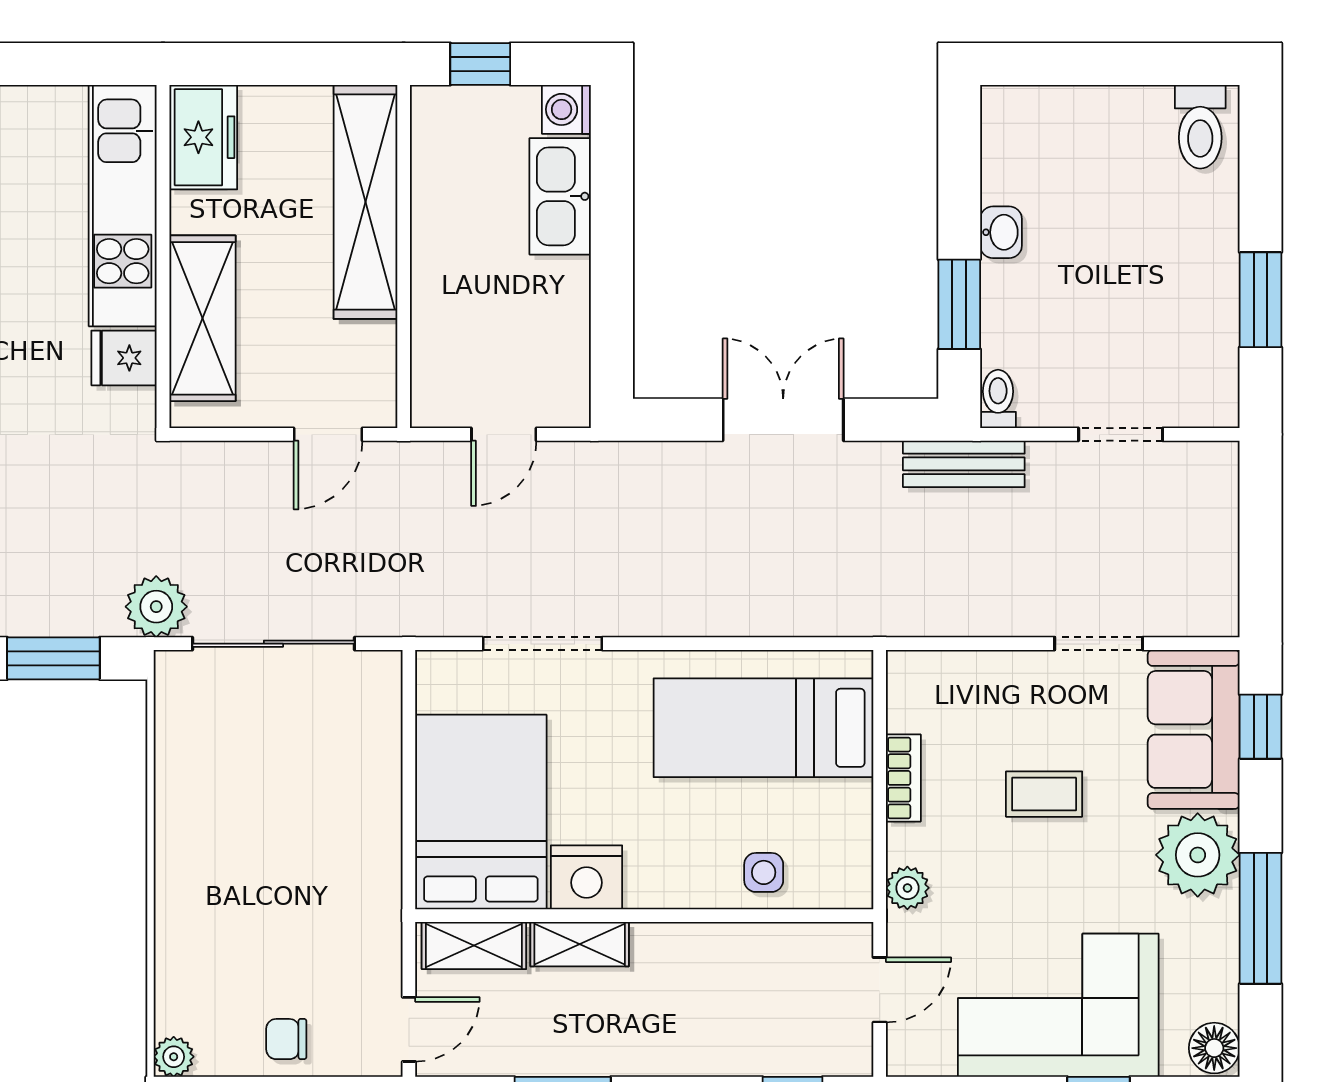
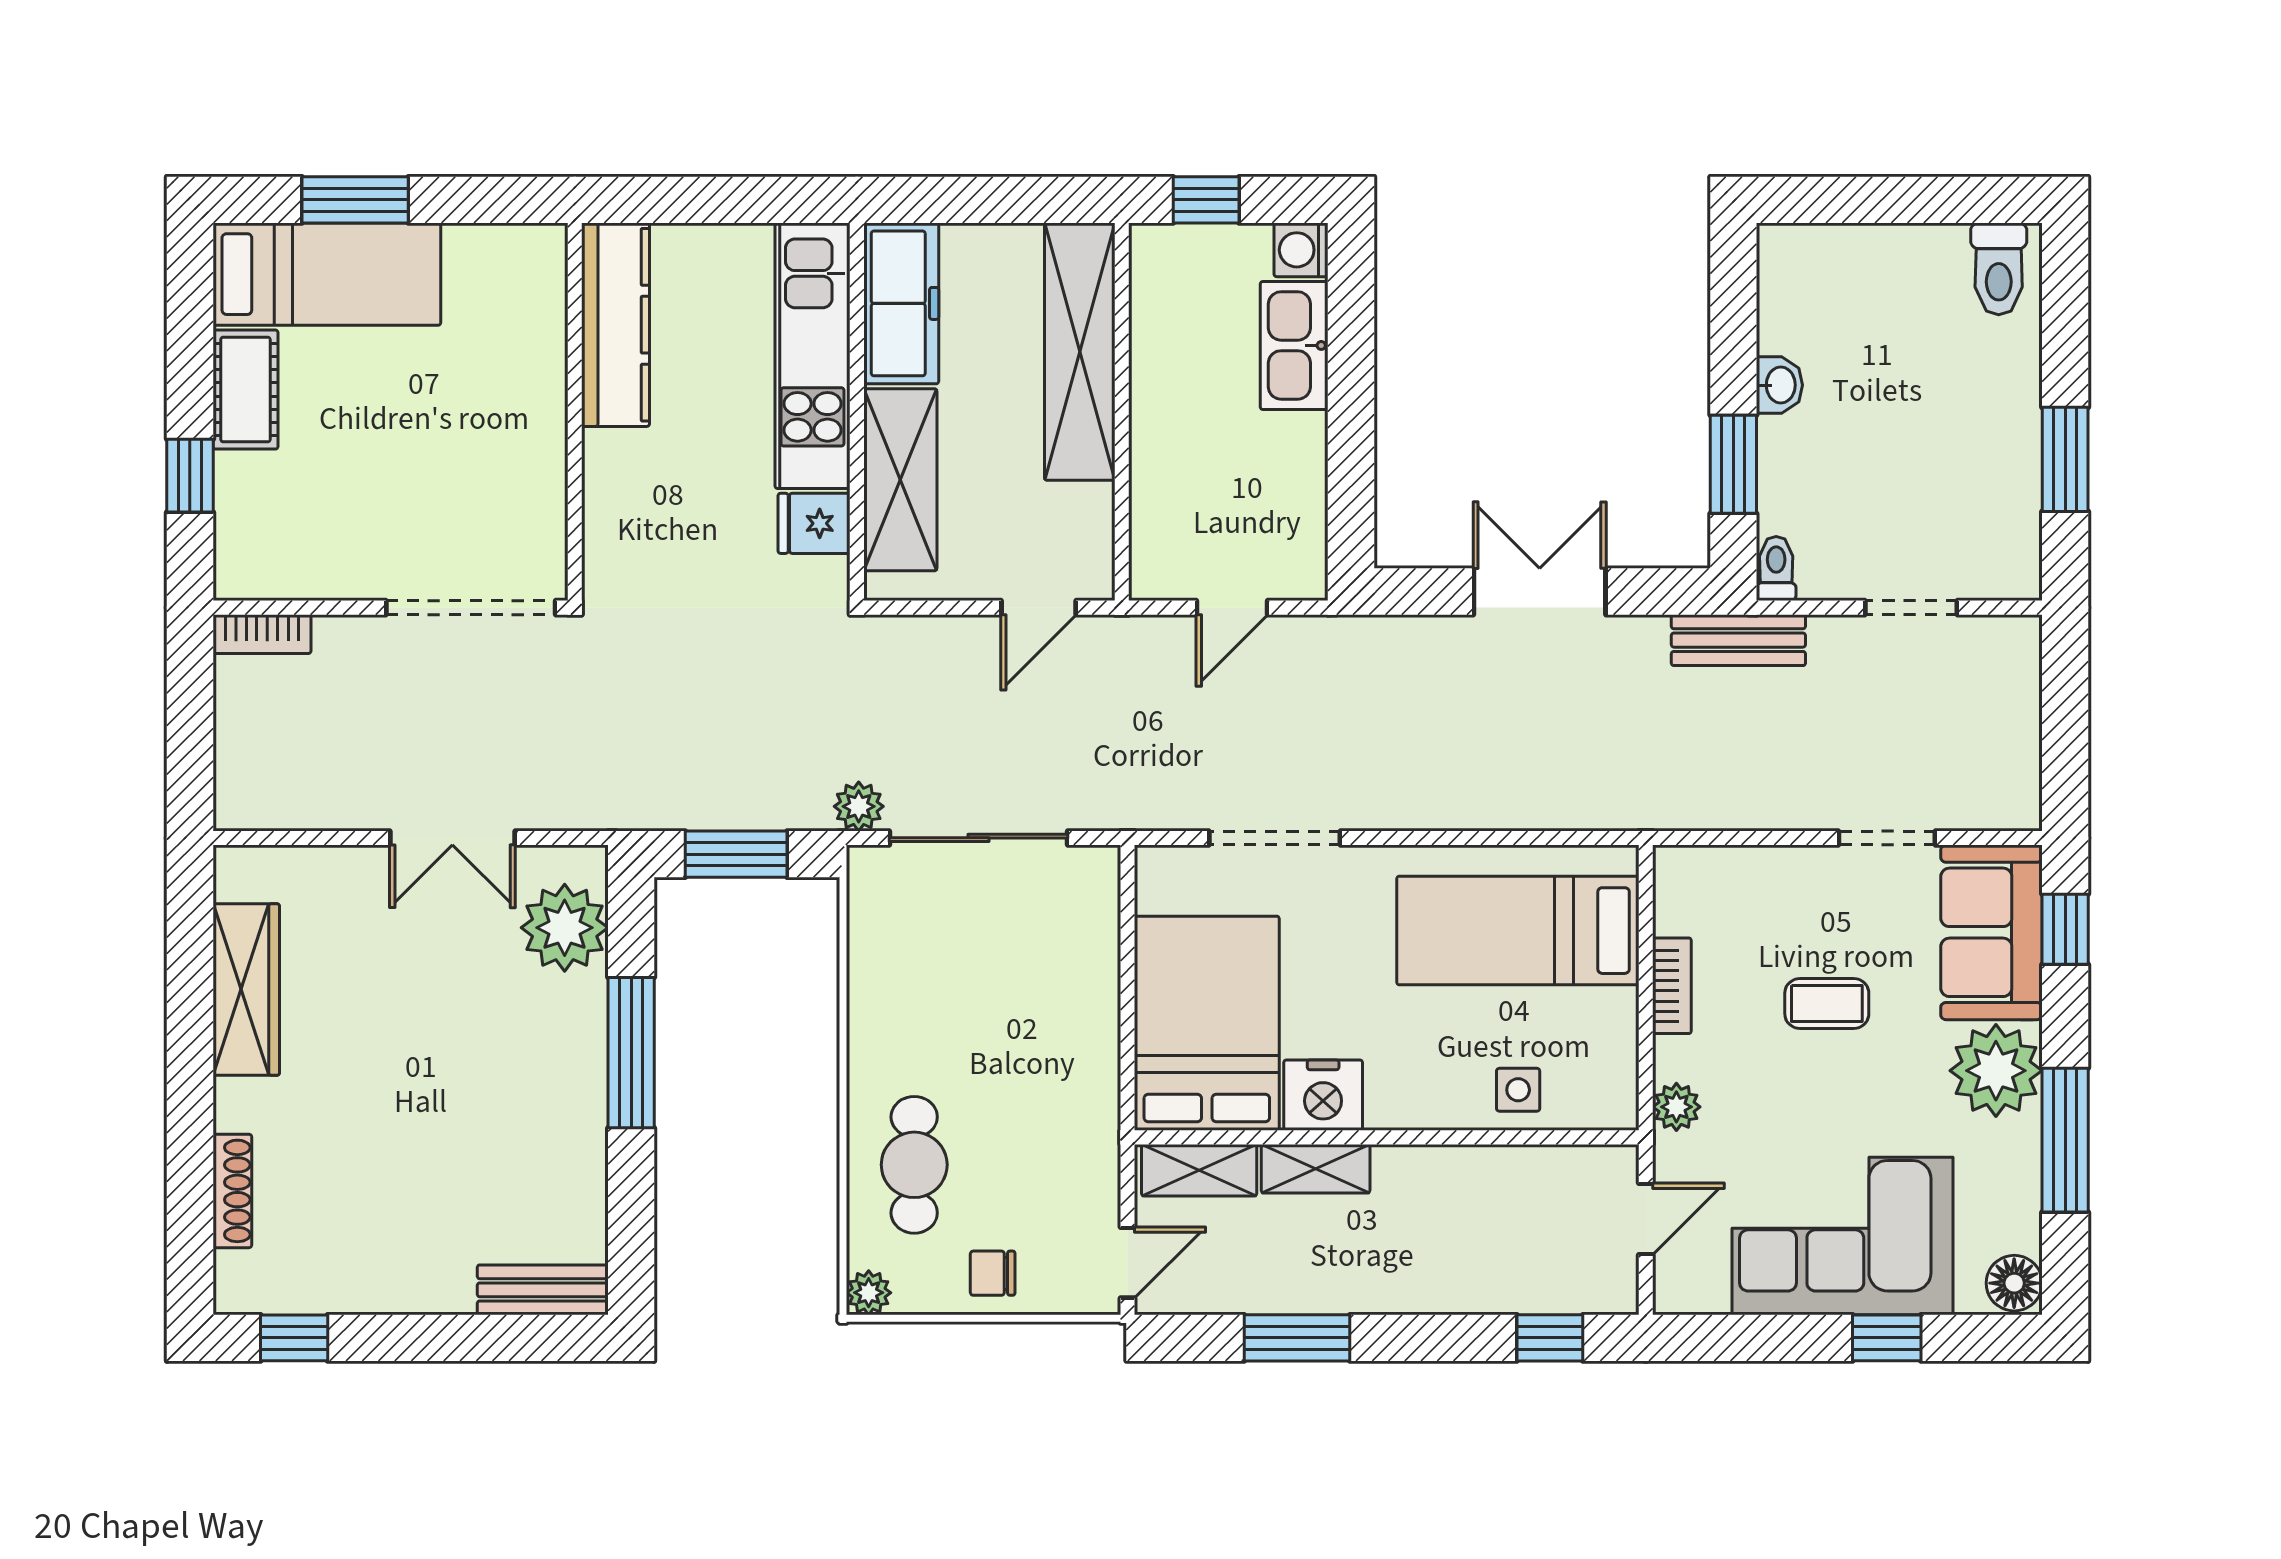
freezer: (203, 137) -> (901, 303), width x1.40
plant: (156, 607) -> (859, 806), width x0.73, depth x0.73
cafe table: (215, 941) -> (914, 1165), added

